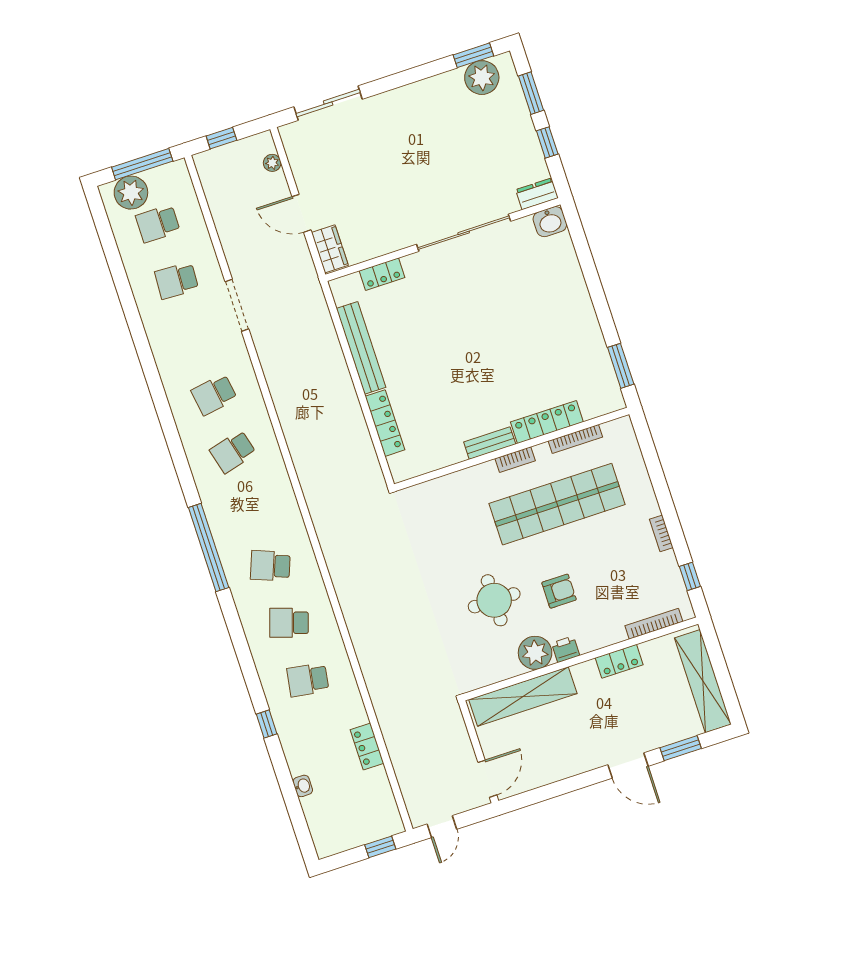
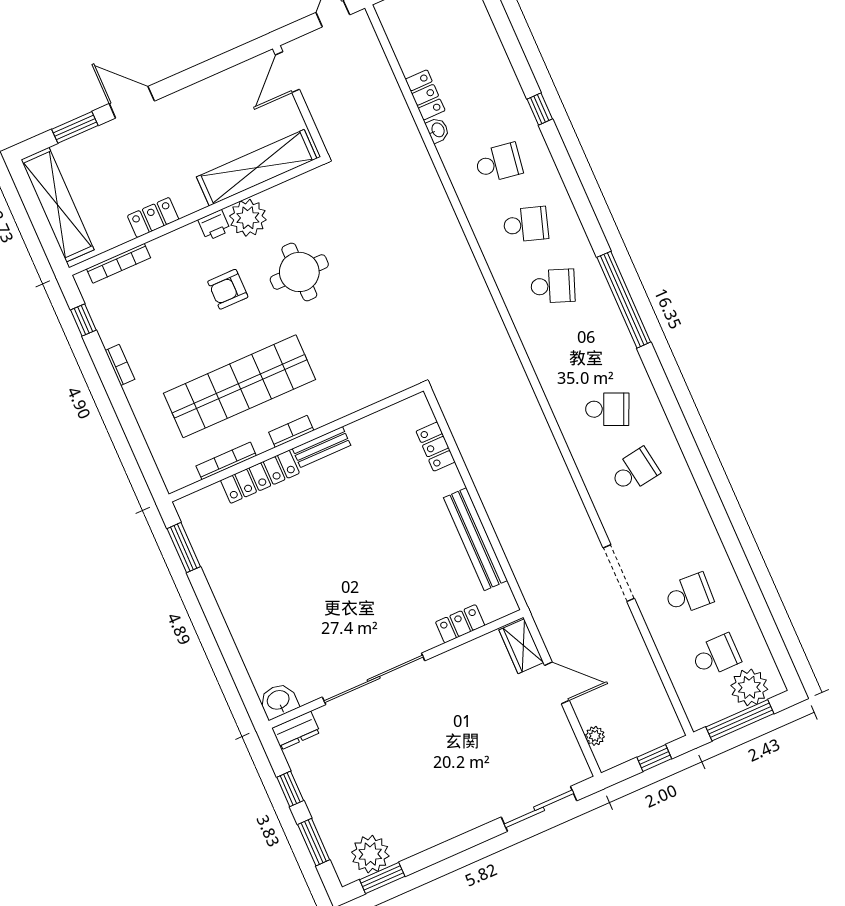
locker: (385, 423) -> (436, 447), width x0.66
school desk: (233, 452) -> (607, 409), turned 39
washbasin: (303, 786) -> (438, 130), moved, turned 180

